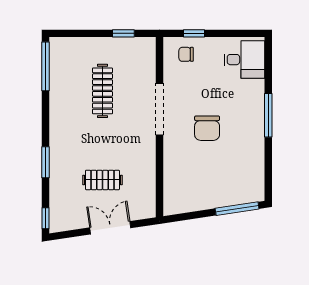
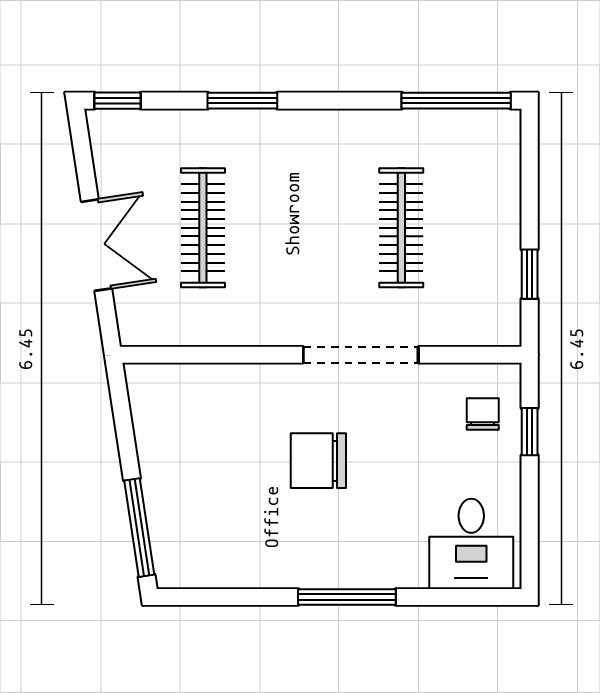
clothes rail: (102, 91) -> (401, 228), turned 90
clothes rail: (102, 180) -> (203, 228), width x1.36

